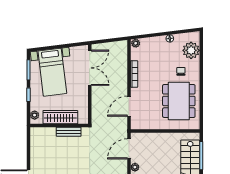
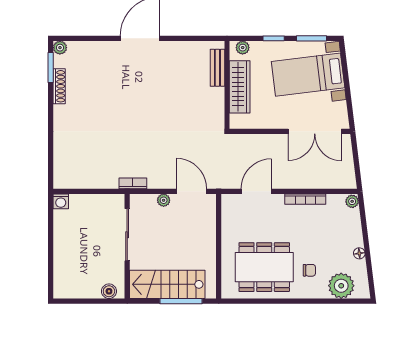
door: (129, 106) -> (256, 191), hinge flipped
bench: (69, 132) -> (217, 68), moved

